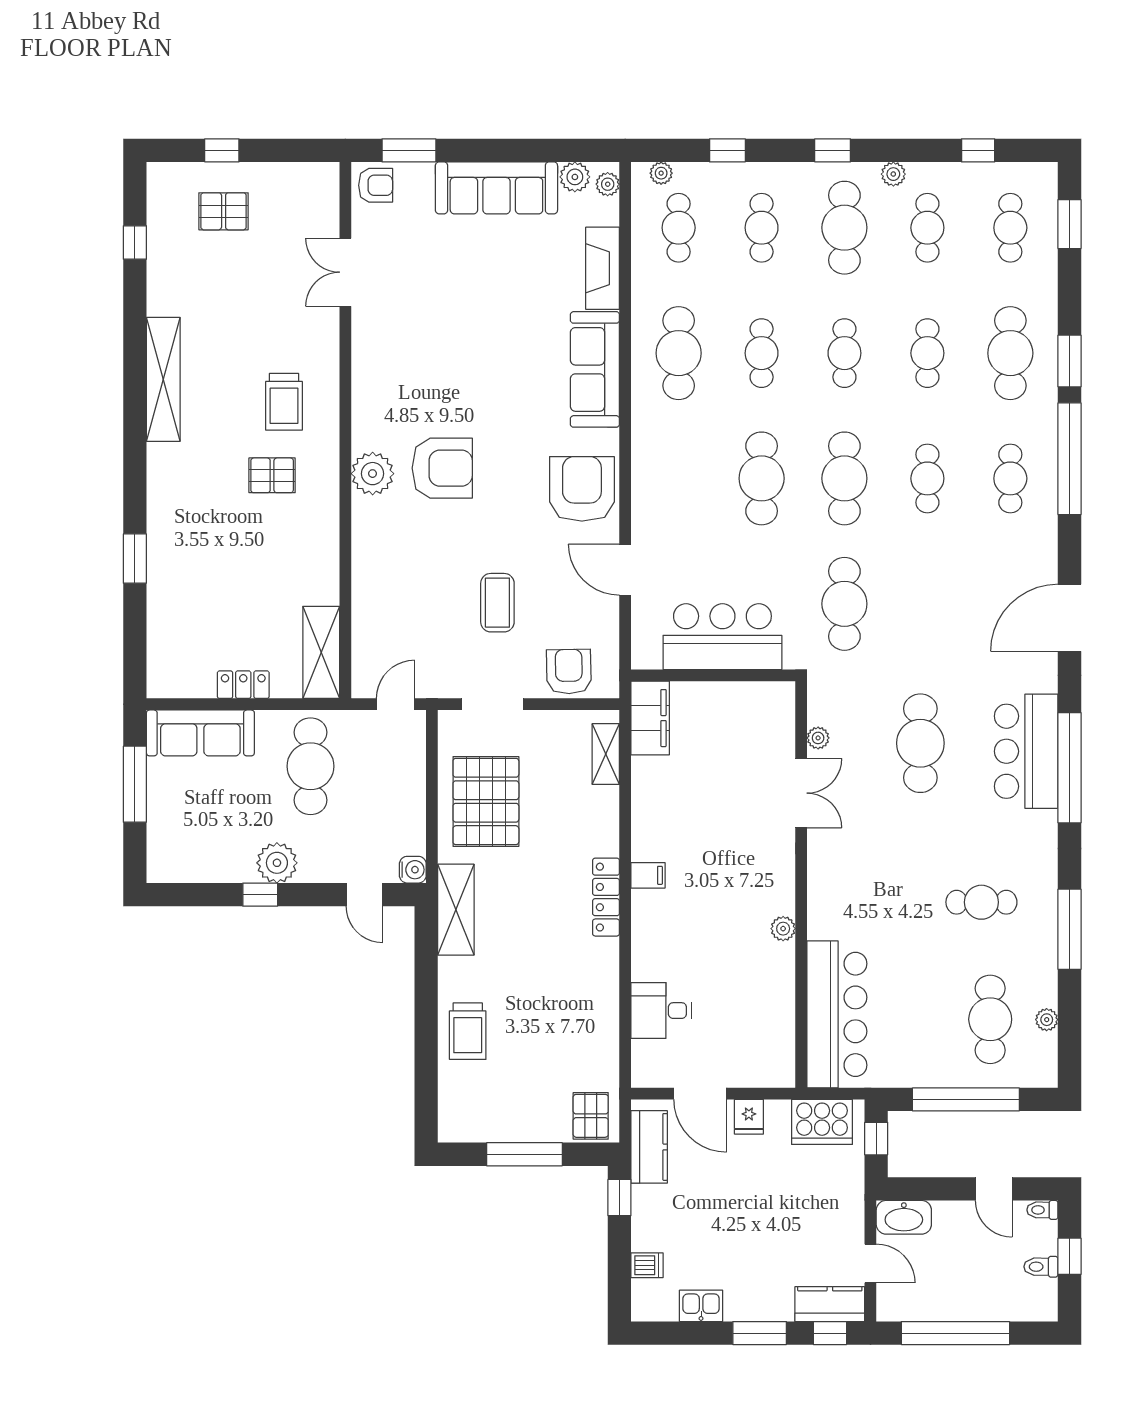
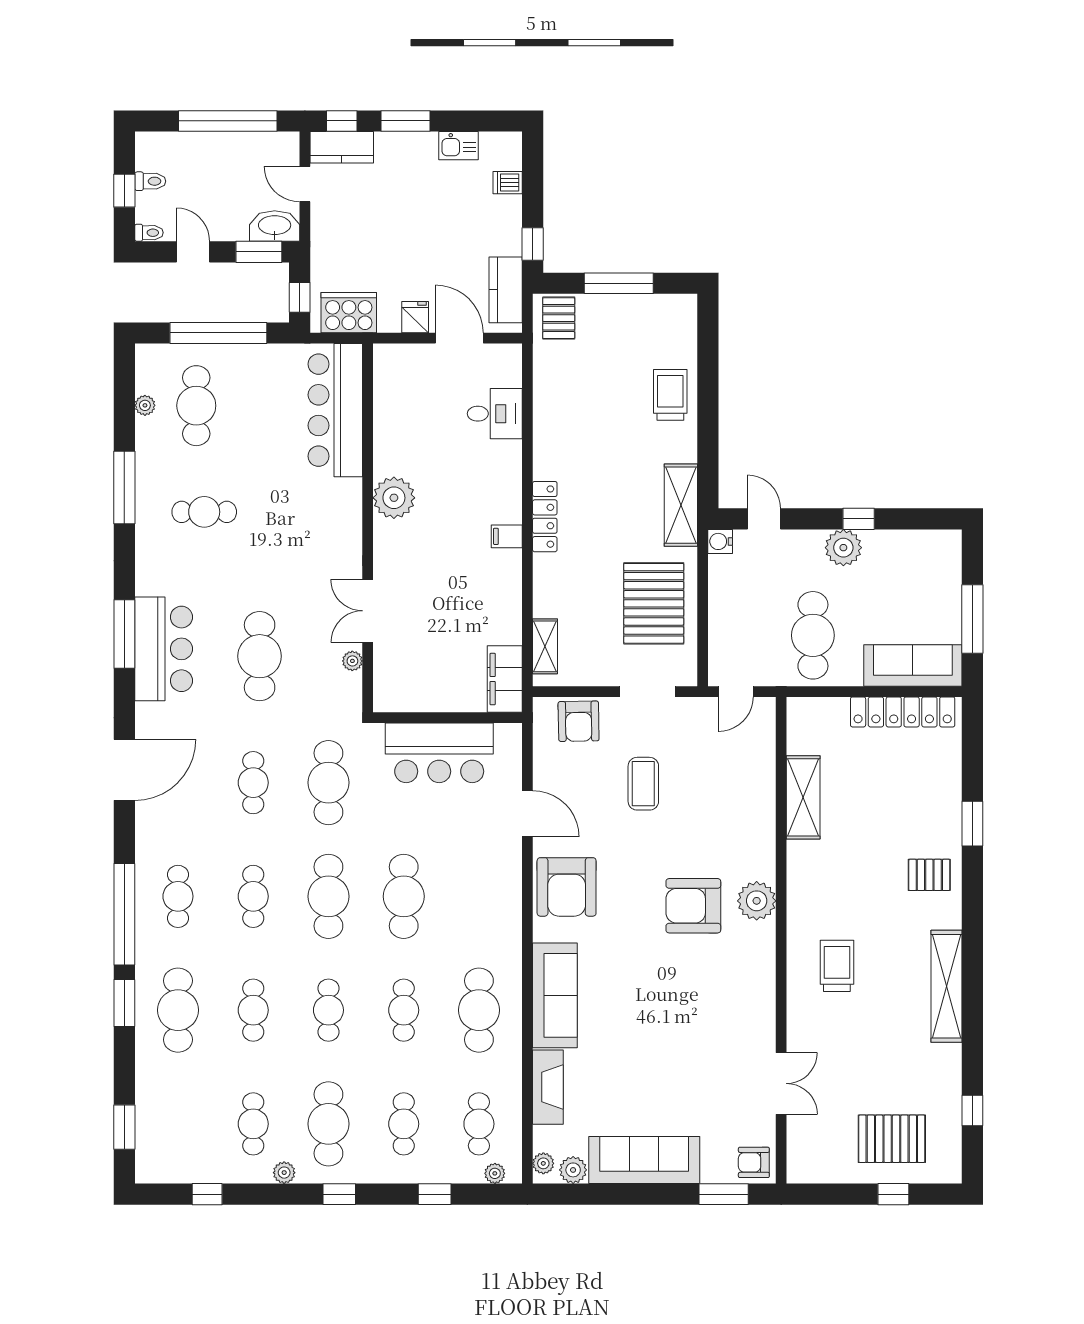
pallet: (224, 211) -> (892, 1139), width x1.50, depth x1.42
cafe table: (1010, 228) -> (253, 783), moved
pallet: (272, 475) -> (929, 875), moved
shelving: (321, 652) -> (803, 797), moved
locker: (243, 685) -> (903, 712), width x2.16, depth x1.21
window: (1069, 768) -> (124, 634), width x0.68
plant: (783, 929) -> (394, 498), width x1.87, depth x1.87
window: (921, 1189) -> (259, 252), added

